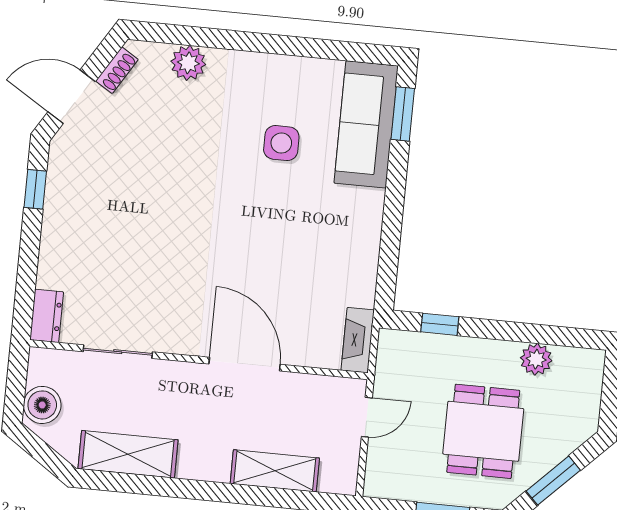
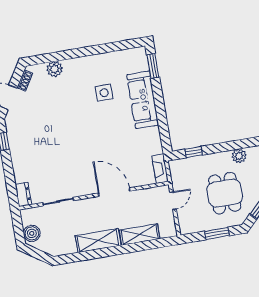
sofa: (366, 124) -> (143, 100), moved
shelving: (128, 454) -> (98, 241), moved

